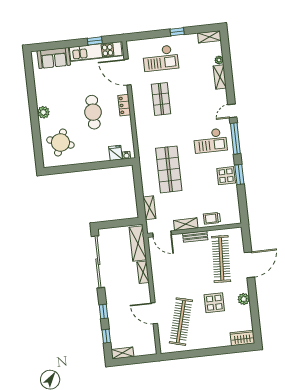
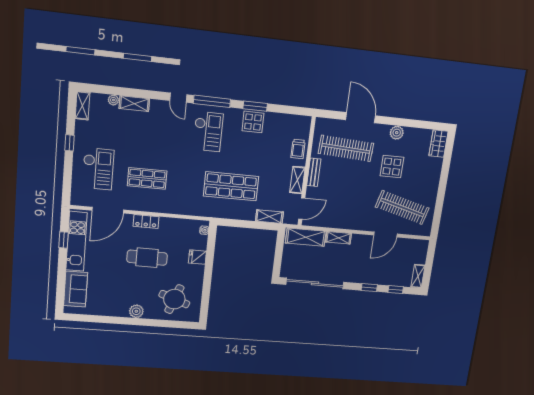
fridge: (116, 153) -> (197, 257), moved

